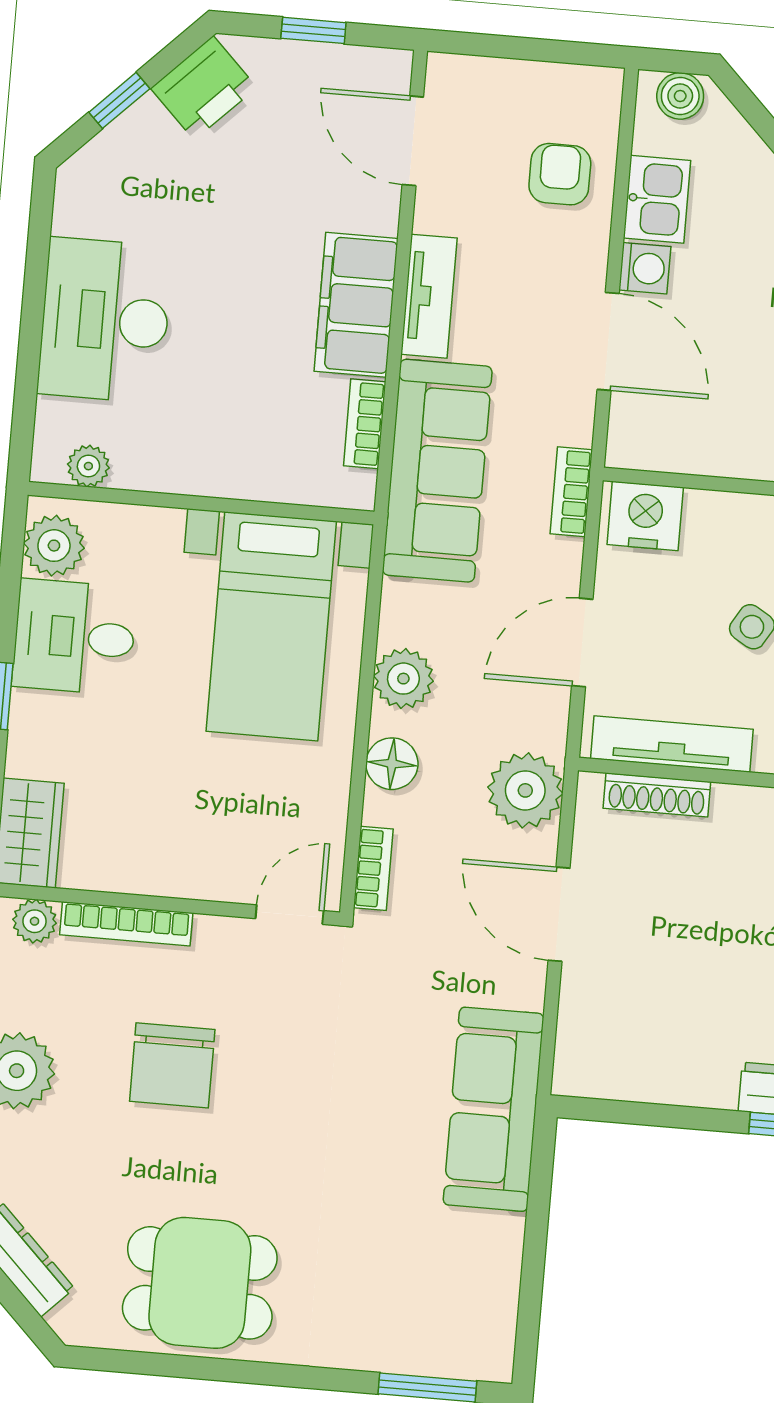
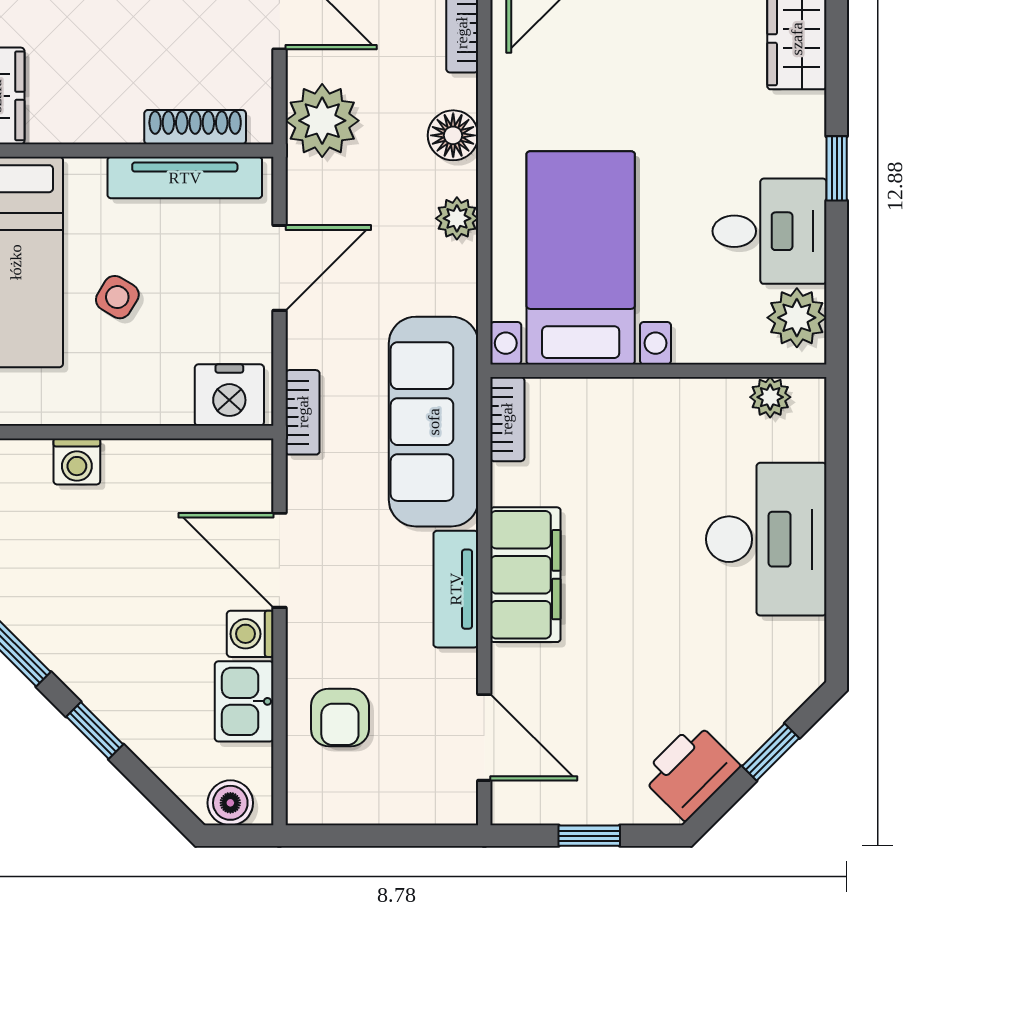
bookcase: (365, 424) -> (507, 419), moved
plant: (403, 679) -> (457, 218), width x0.73, depth x0.73

